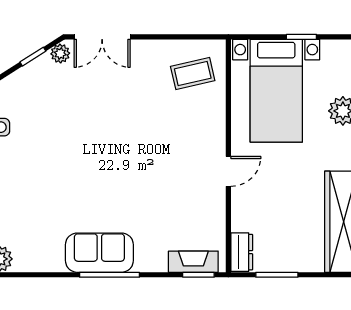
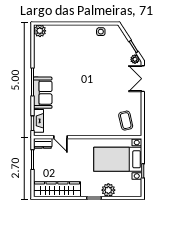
door: (228, 171) -> (60, 137), moved
sofa: (99, 253) -> (43, 93), moved

